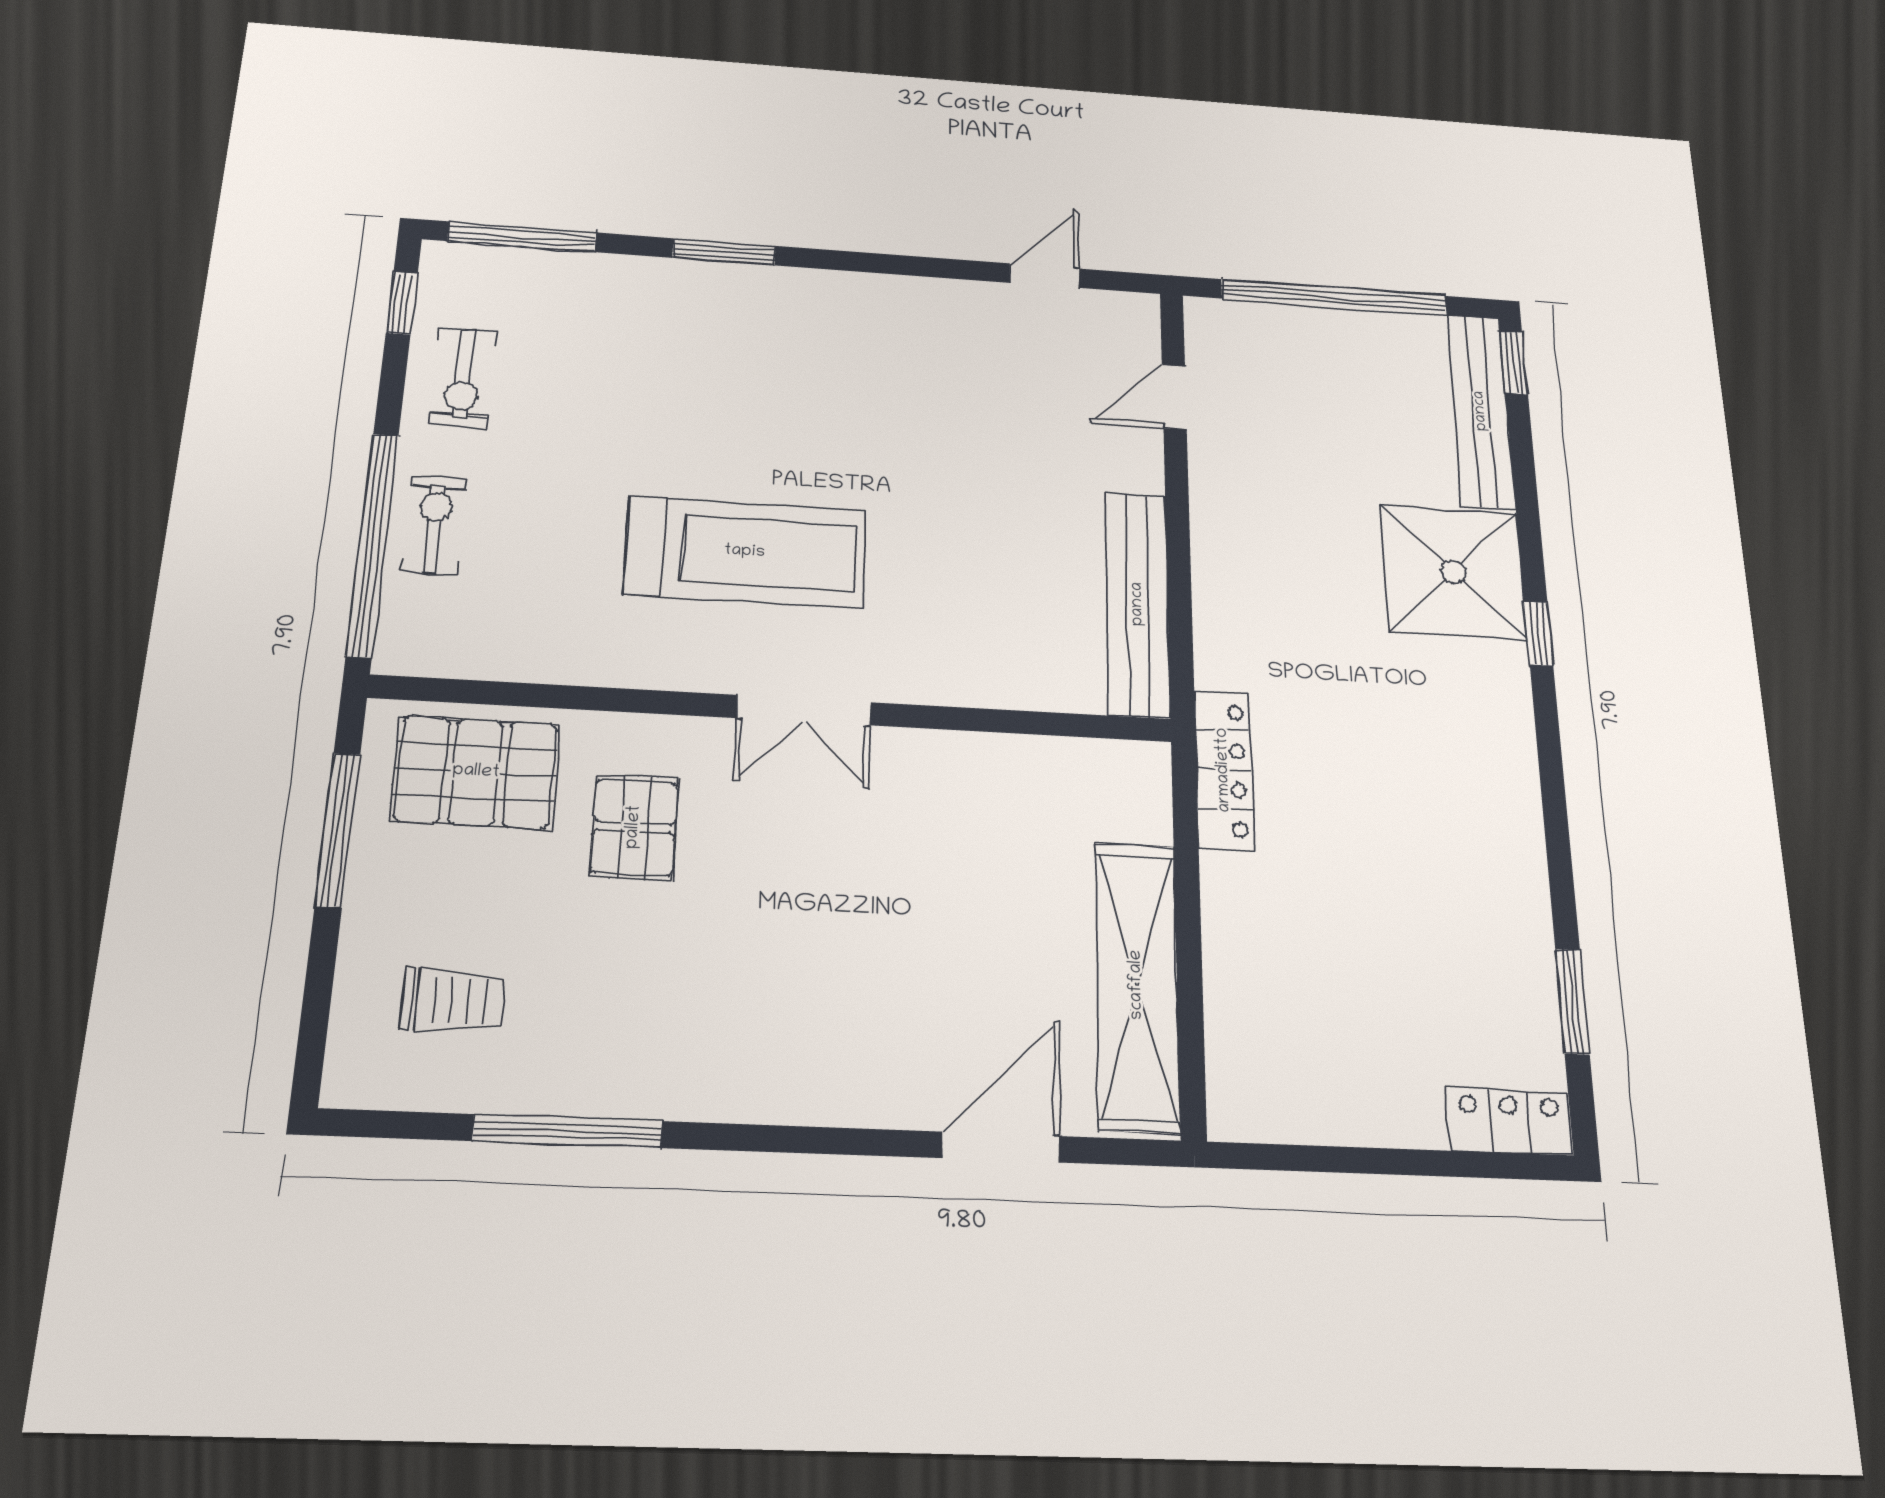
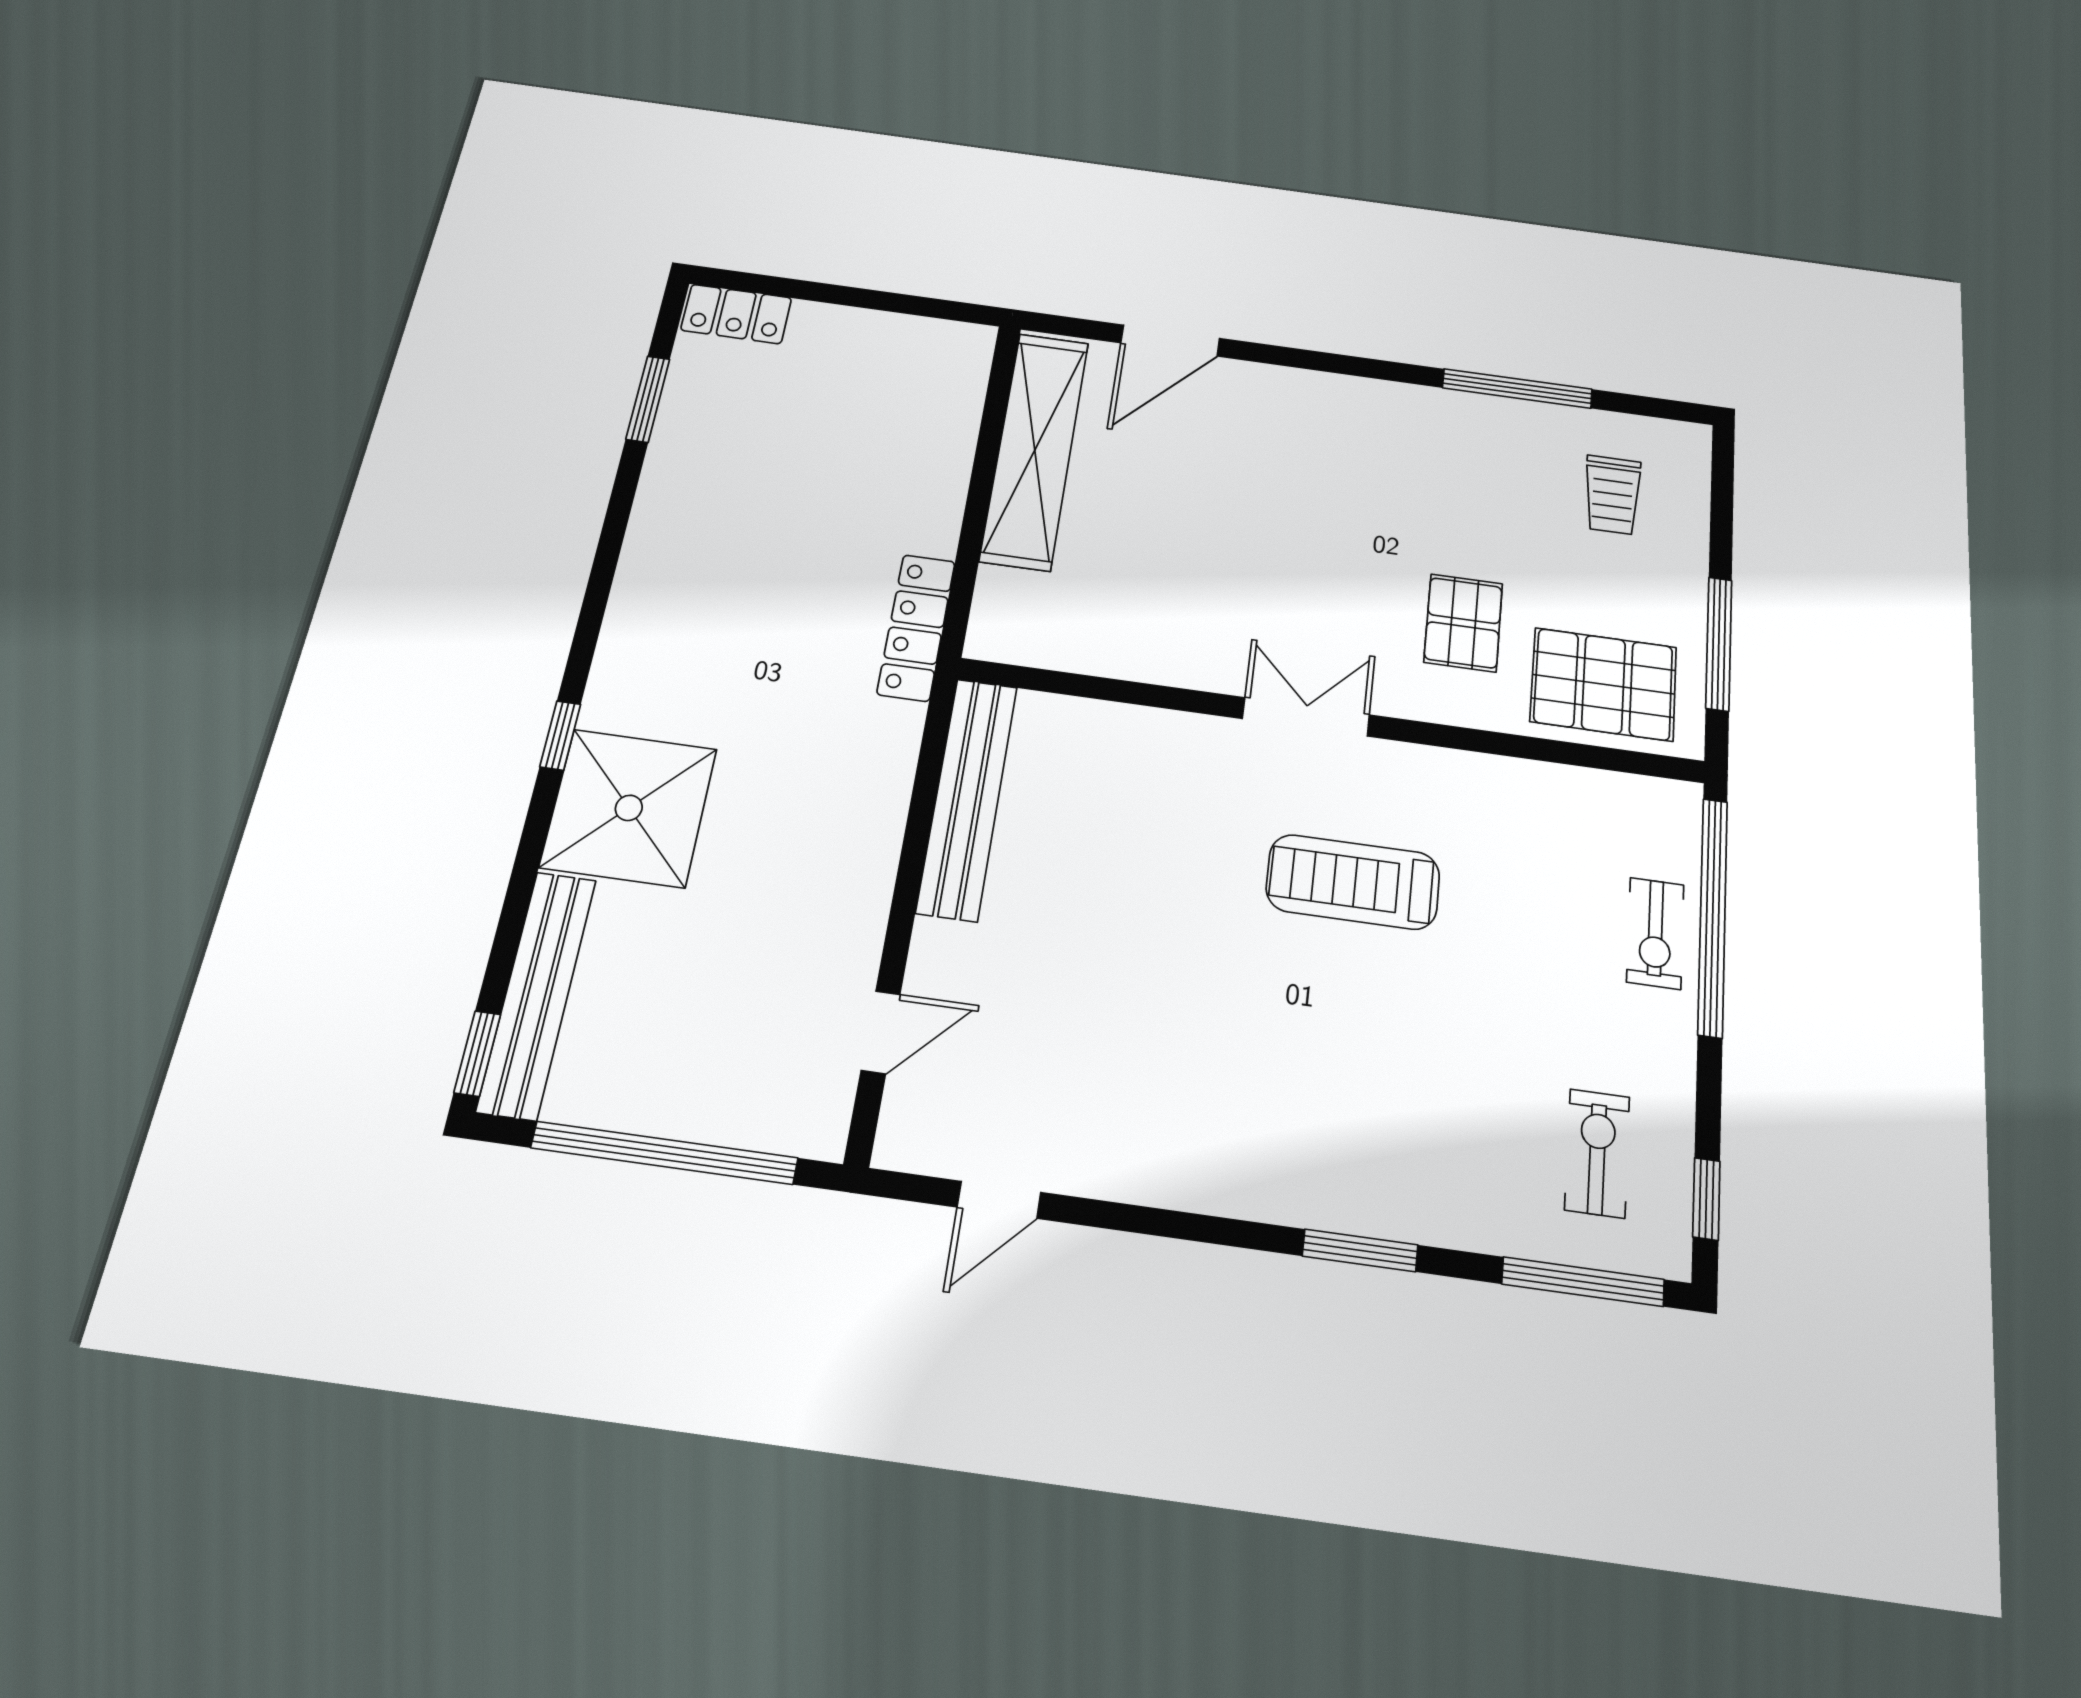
exercise bike: (463, 378) -> (1597, 1153), moved
treadmill: (745, 552) -> (1353, 882), width x0.73, depth x0.73
trolley: (453, 1000) -> (1612, 495), turned -90

